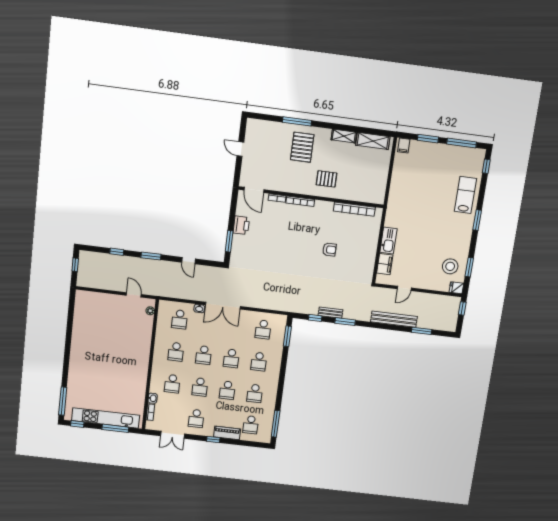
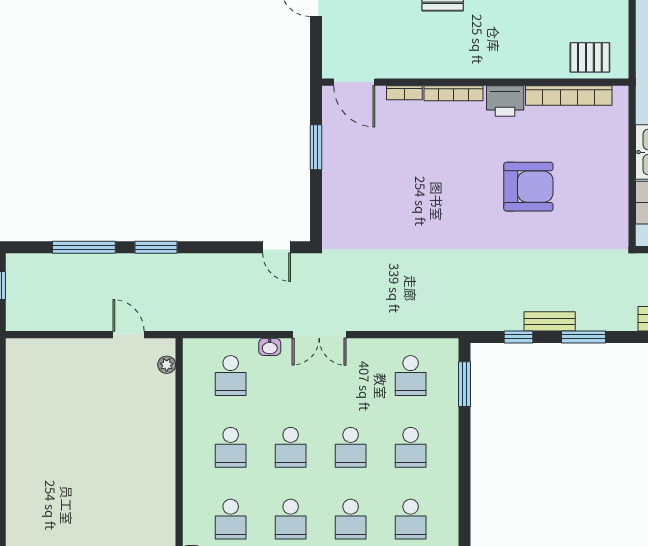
pallet: (327, 179) -> (590, 57), moved
printer: (241, 225) -> (505, 101), moved, turned 90
window: (229, 241) -> (316, 147), moved
armchair: (329, 250) -> (528, 187), width x1.88, depth x1.88
window: (117, 252) -> (84, 247), width x2.17
door: (188, 261) -> (277, 247), moved
double door: (223, 306) -> (319, 335), width x0.73

